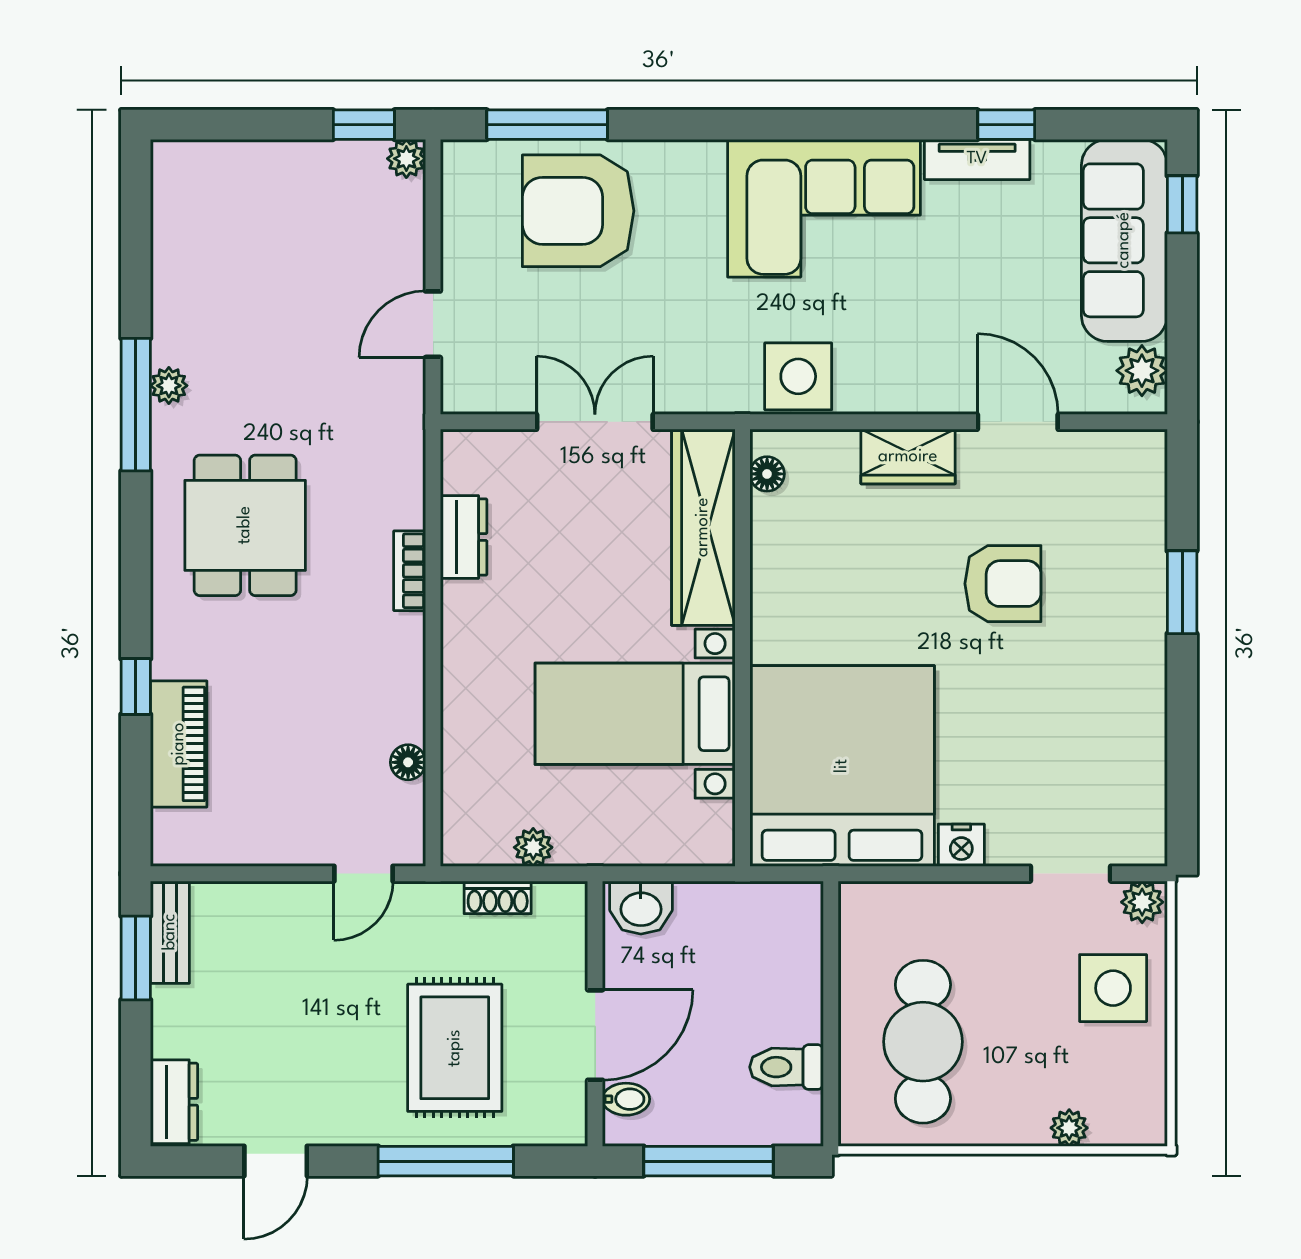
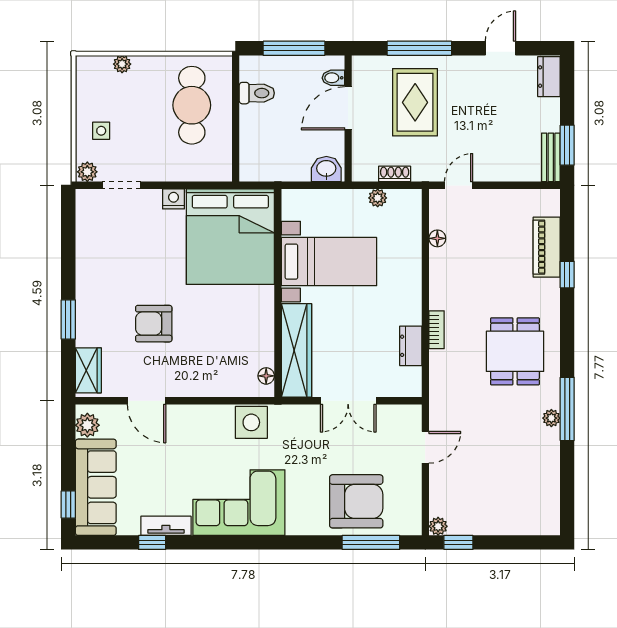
wardrobe: (908, 457) -> (88, 370), moved, turned 90
side table: (1113, 988) -> (101, 131), width x0.54, depth x0.54

